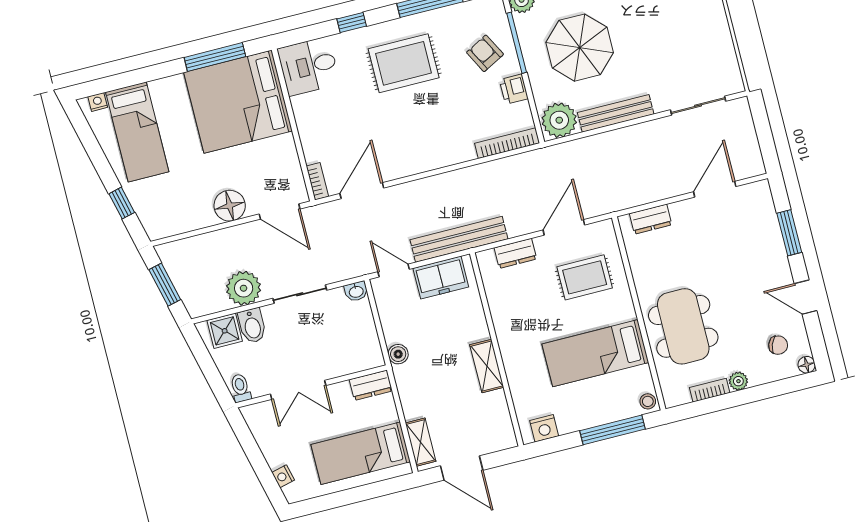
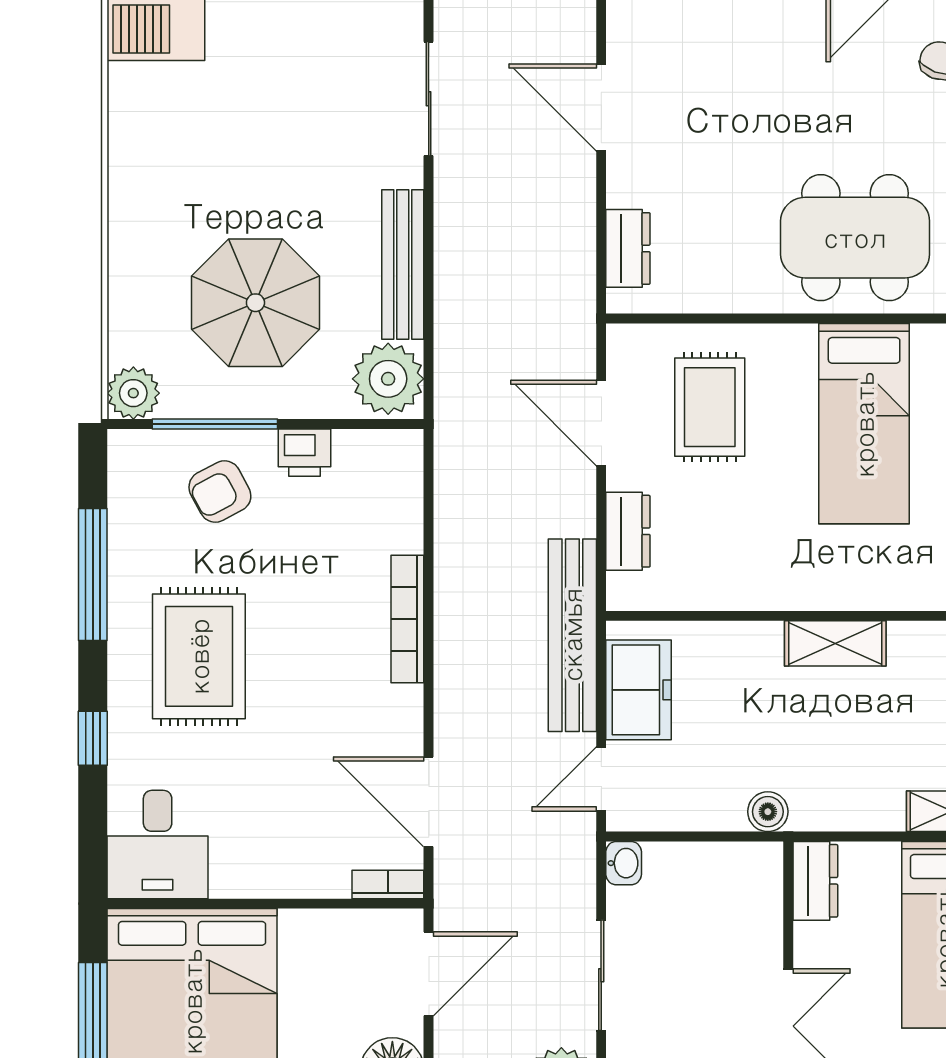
bookcase: (507, 143) -> (407, 619), moved

